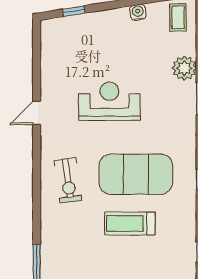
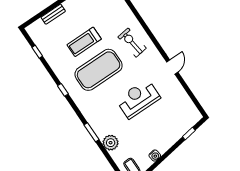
reception desk: (109, 101) -> (138, 99), turned 180
treadmill: (130, 223) -> (84, 42), turned 180

